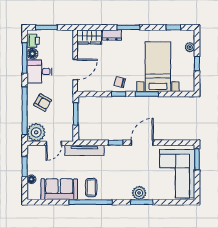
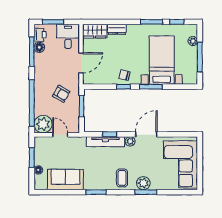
window: (128, 27) -> (152, 22), moved
window: (197, 64) -> (200, 57), width x2.17
desk: (39, 71) -> (68, 36), moved, turned 90
armchair: (43, 103) -> (61, 94), moved
door: (54, 143) -> (60, 135), swing flipped
window: (116, 143) -> (110, 134), moved
tv unit: (84, 150) -> (105, 142), moved
plant: (126, 150) -> (130, 141), added
window: (197, 159) -> (200, 150), removed
coffee table: (91, 187) -> (122, 178), moved
window: (91, 202) -> (96, 192), width x0.47

